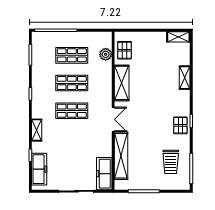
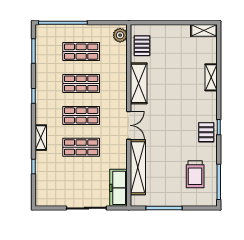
plant: (106, 54) -> (120, 35), moved
shop shelf: (72, 138) -> (81, 147), added
freezer: (39, 169) -> (44, 183), removed

